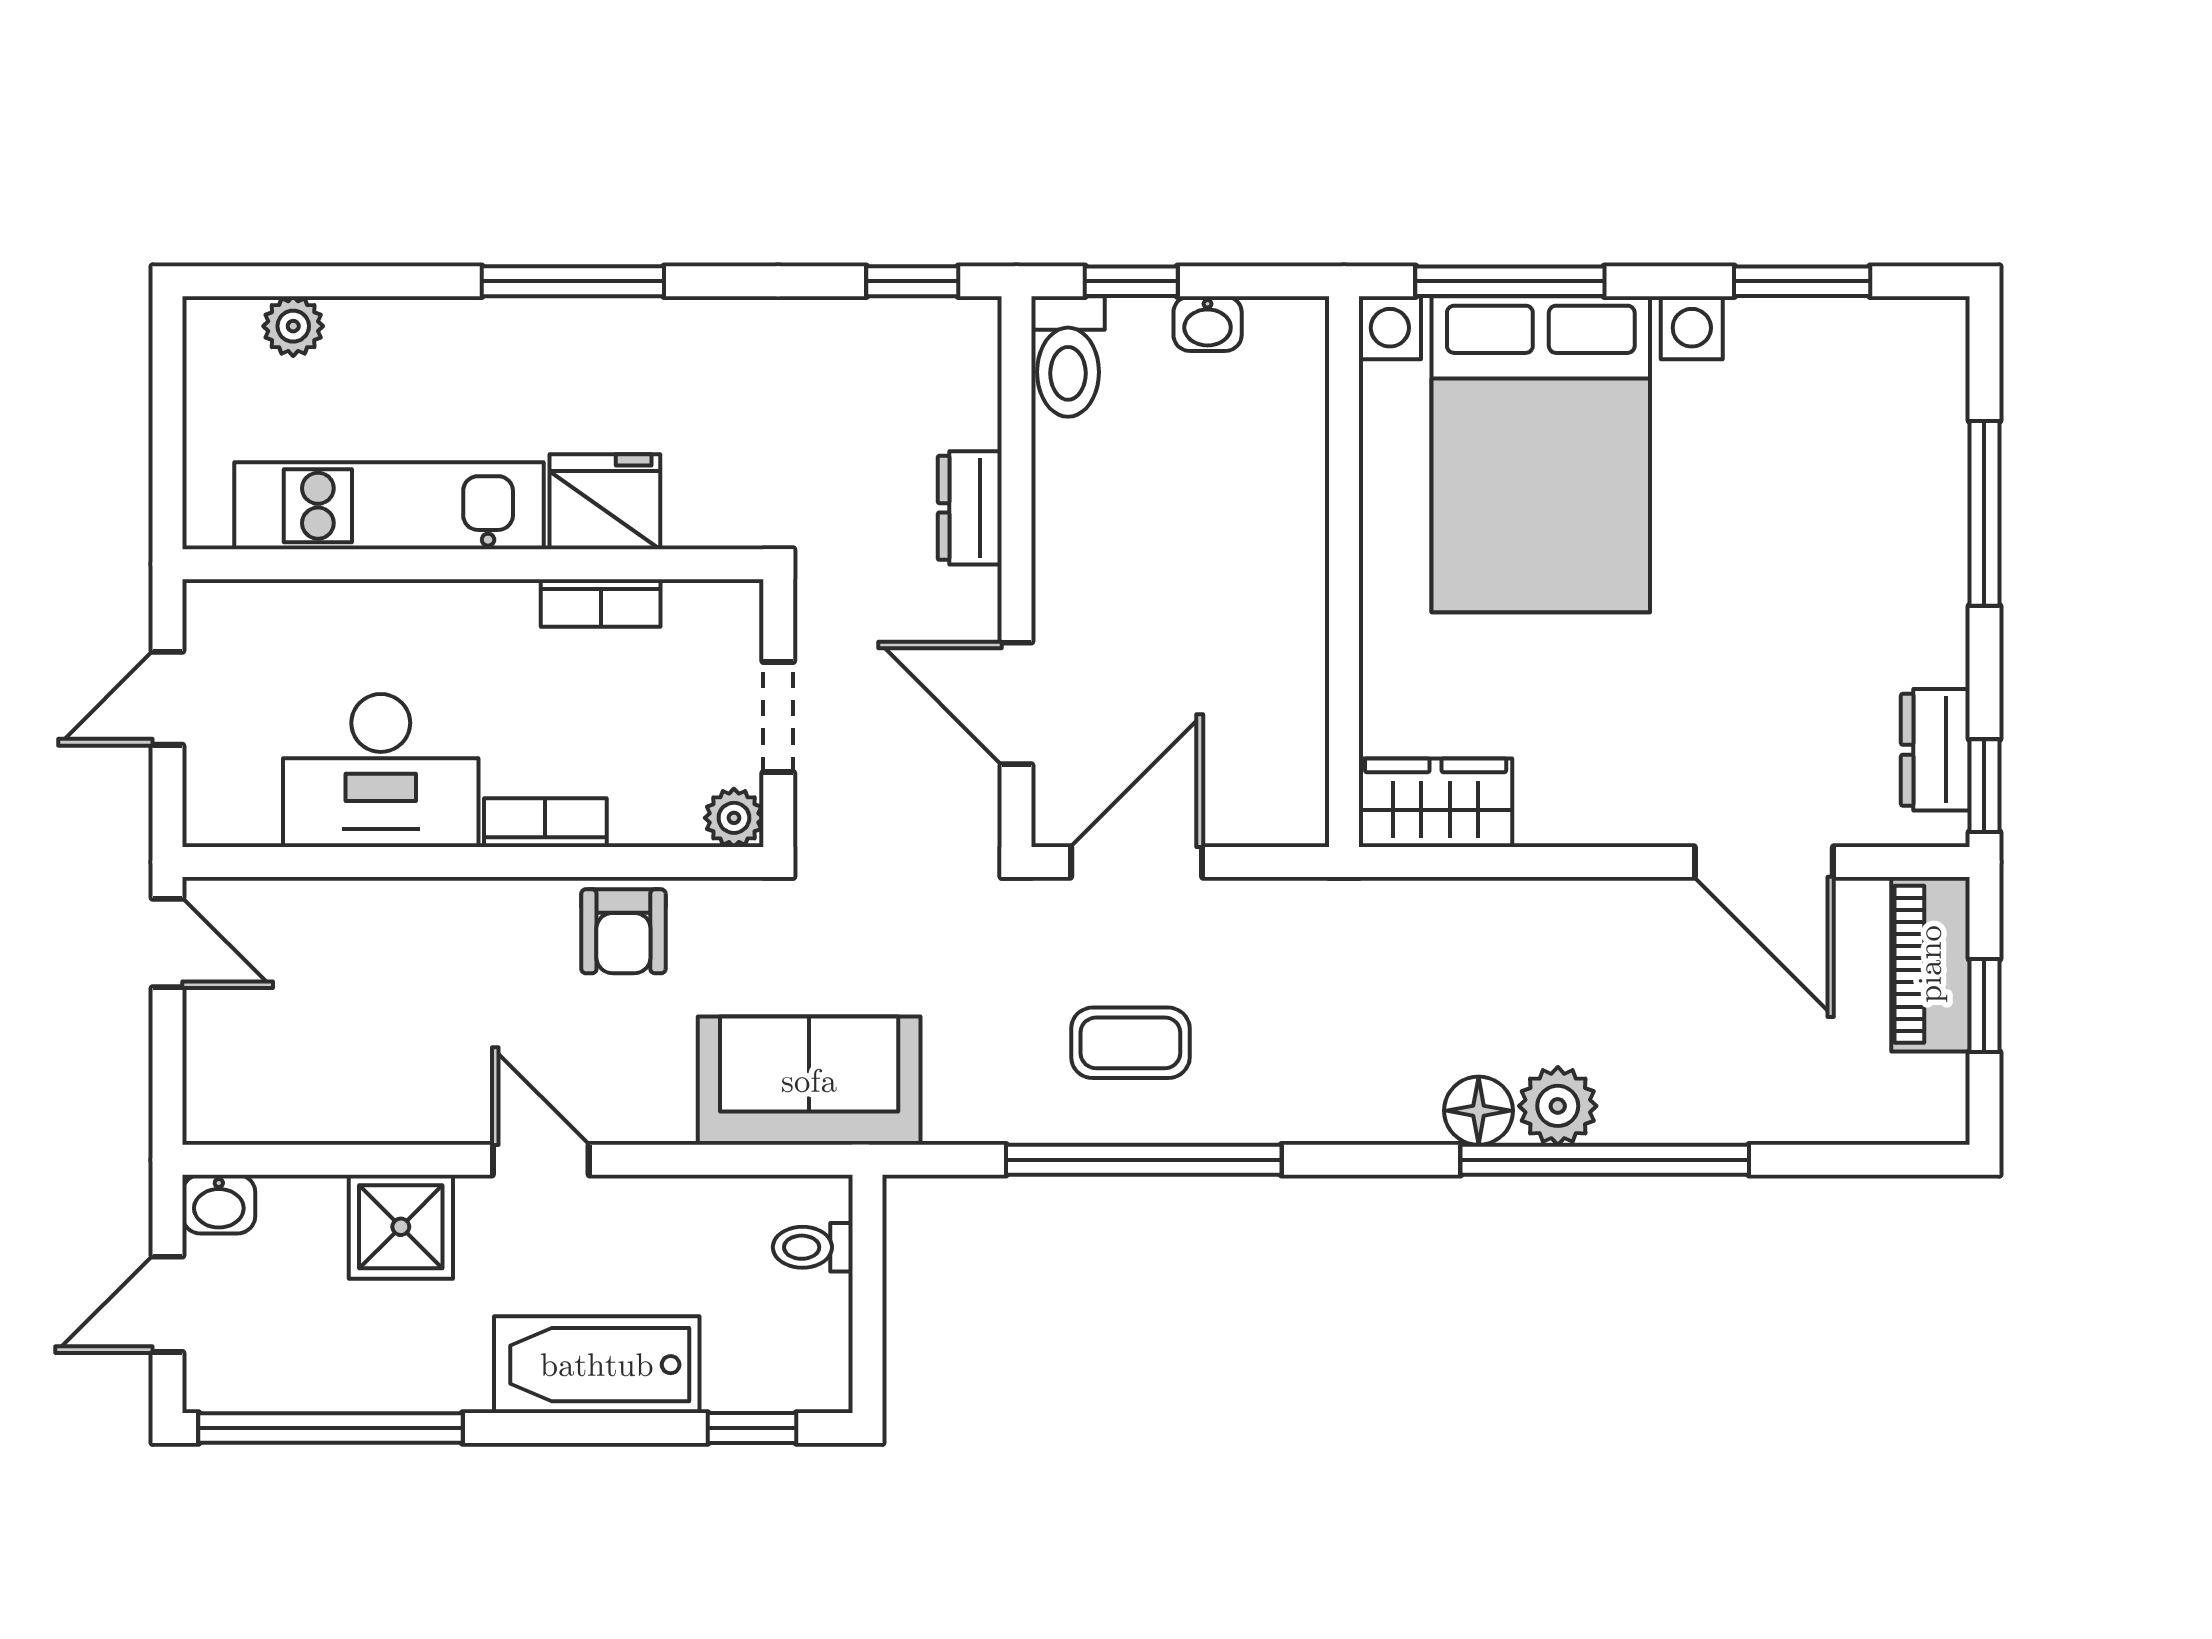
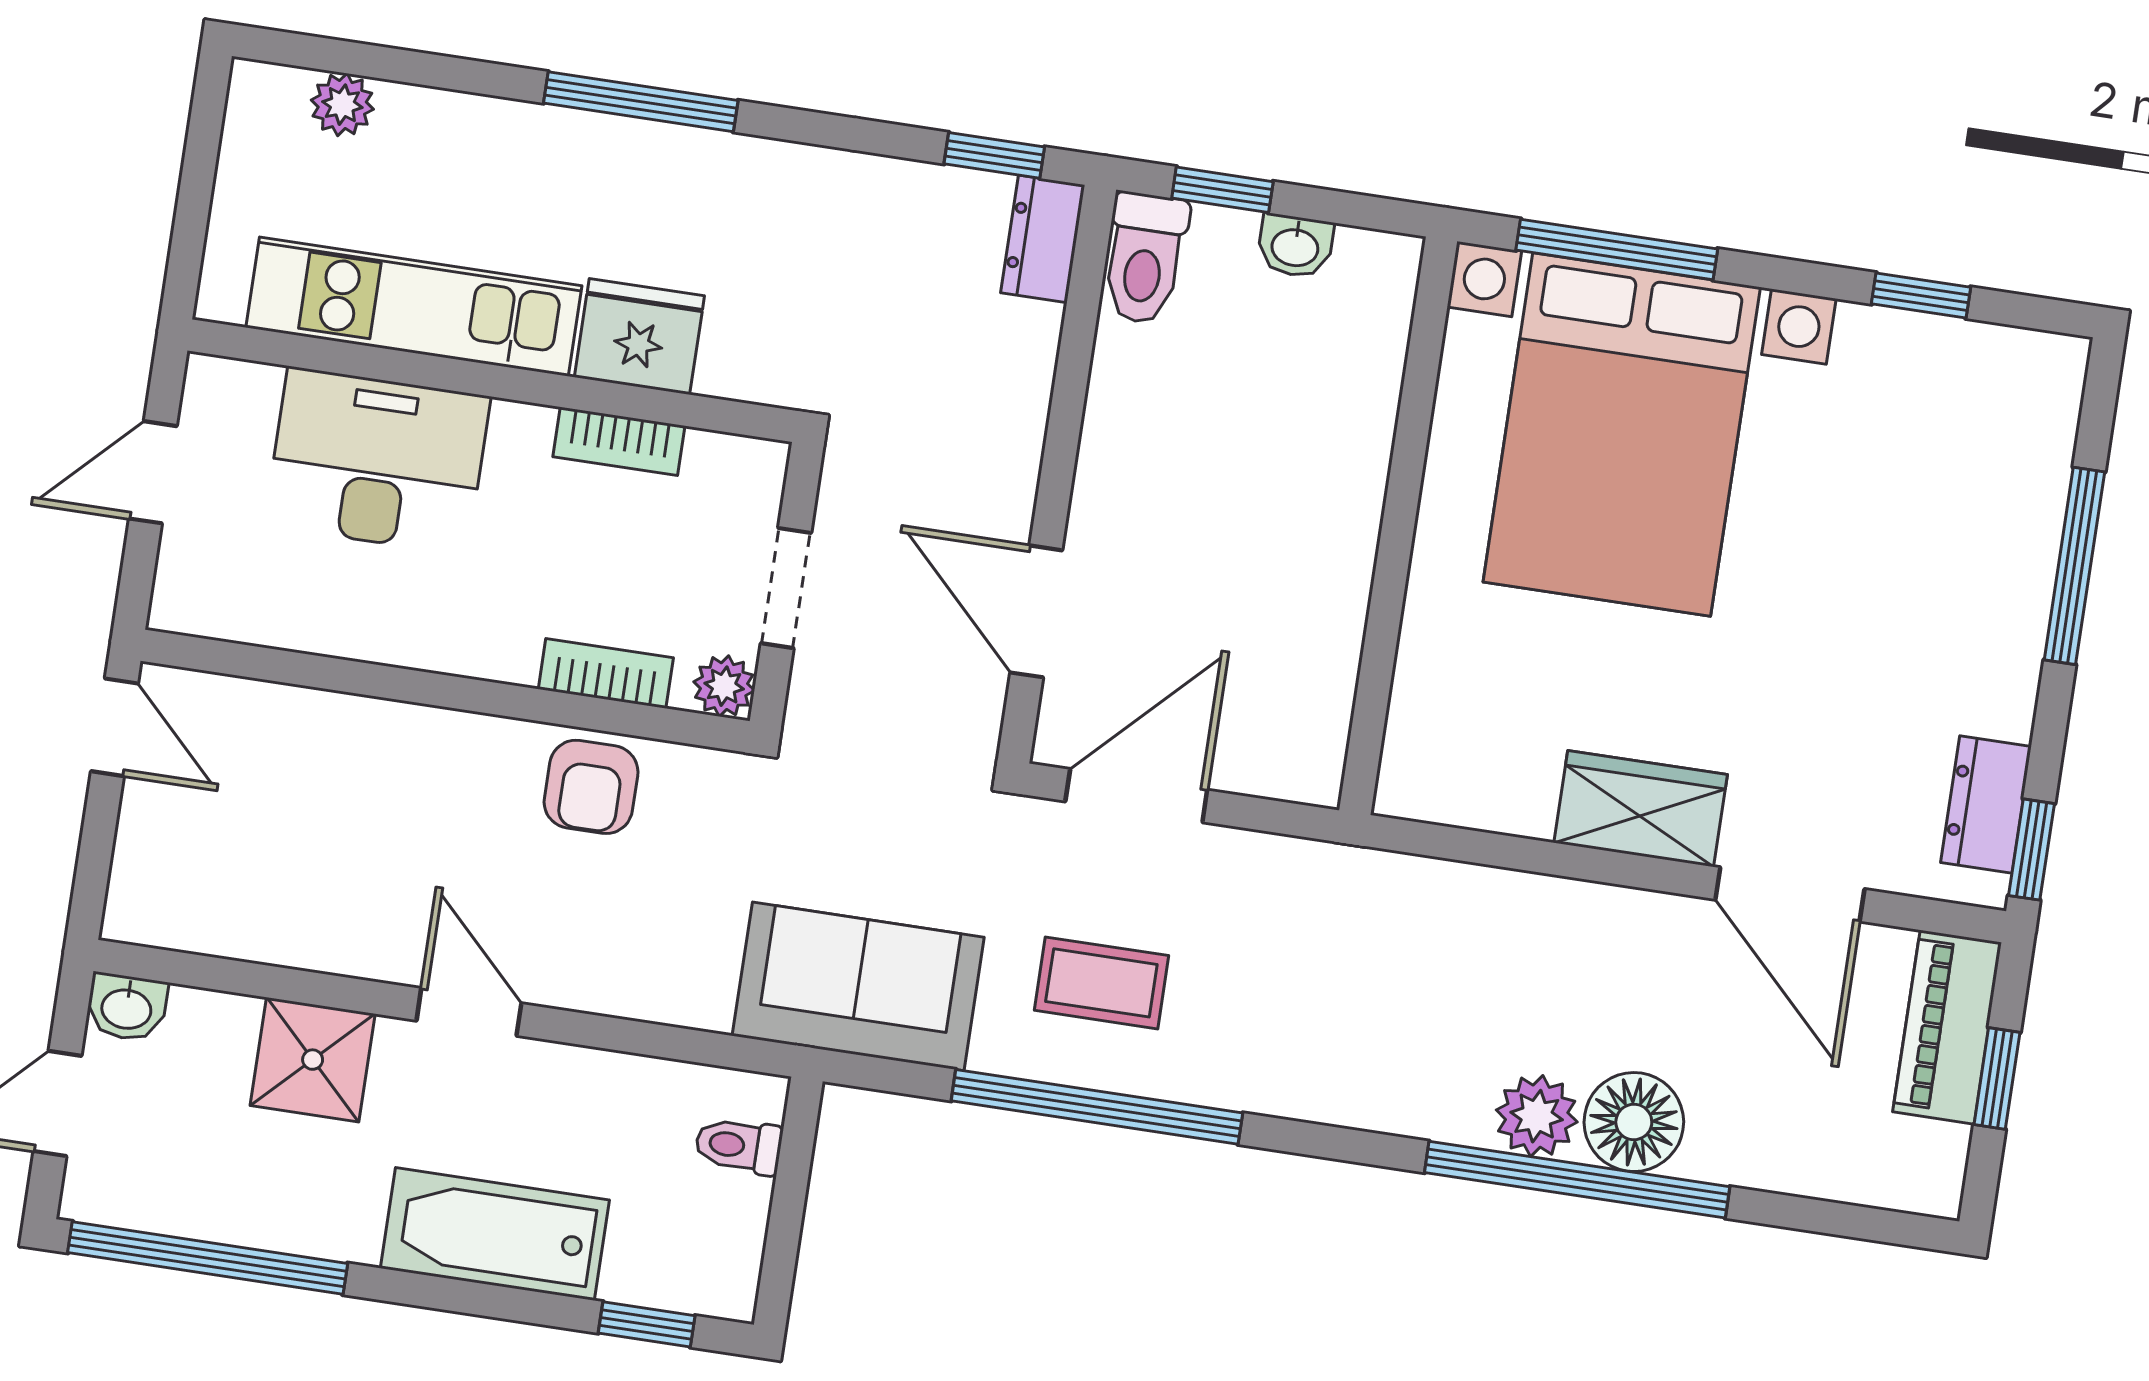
window: (1802, 281) -> (1921, 295), width x0.67
dresser: (970, 508) -> (1043, 239), moved
desk: (381, 770) -> (377, 461), moved, turned 180
wardrobe: (1436, 803) -> (1641, 809), moved
bookcase: (545, 823) -> (606, 673), moved
sofa: (809, 1081) -> (858, 986), moved
floor lamp: (1479, 1111) -> (1634, 1122), moved, width x1.38, depth x1.38

